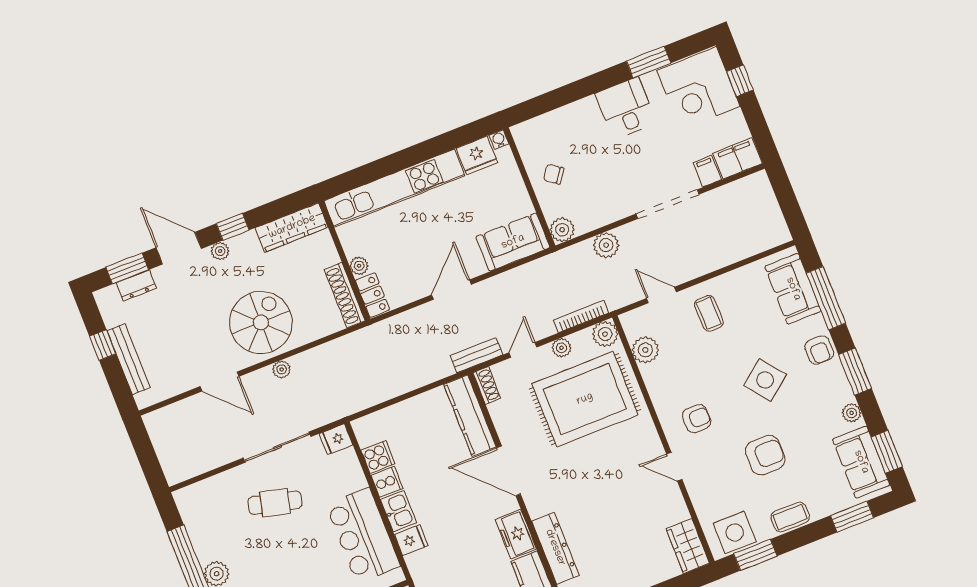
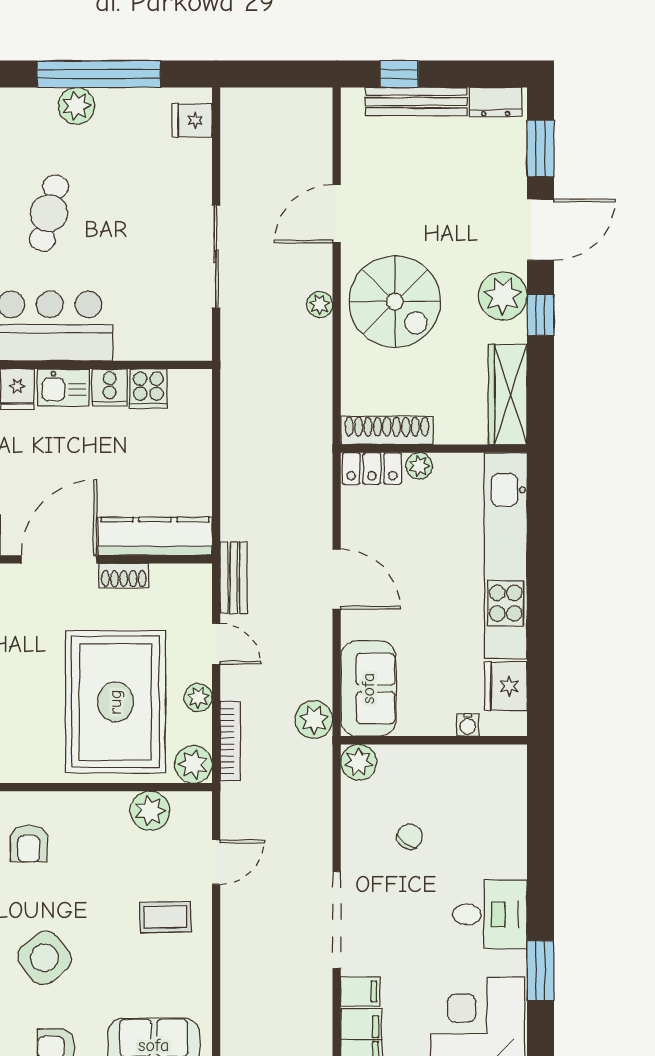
water cooler: (499, 140) -> (468, 725), moved, turned 90
chair: (554, 174) -> (410, 837), moved
plant: (606, 245) -> (314, 719), moved
plant: (220, 251) -> (503, 296), width x1.88, depth x1.88
dresser: (136, 286) -> (496, 102), moved, turned -90
window: (103, 345) -> (399, 74), moved
shoe rack: (487, 386) -> (124, 575), moved
fridge: (336, 439) -> (192, 120), moved, turned -90
cafe table: (275, 503) -> (49, 213), moved

